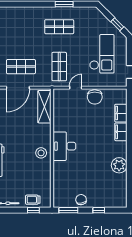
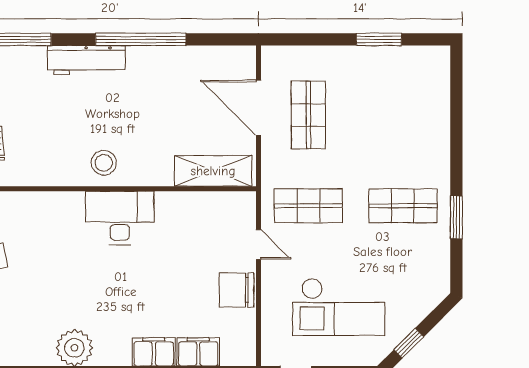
shop shelf: (59, 27) -> (403, 206), turned 90

